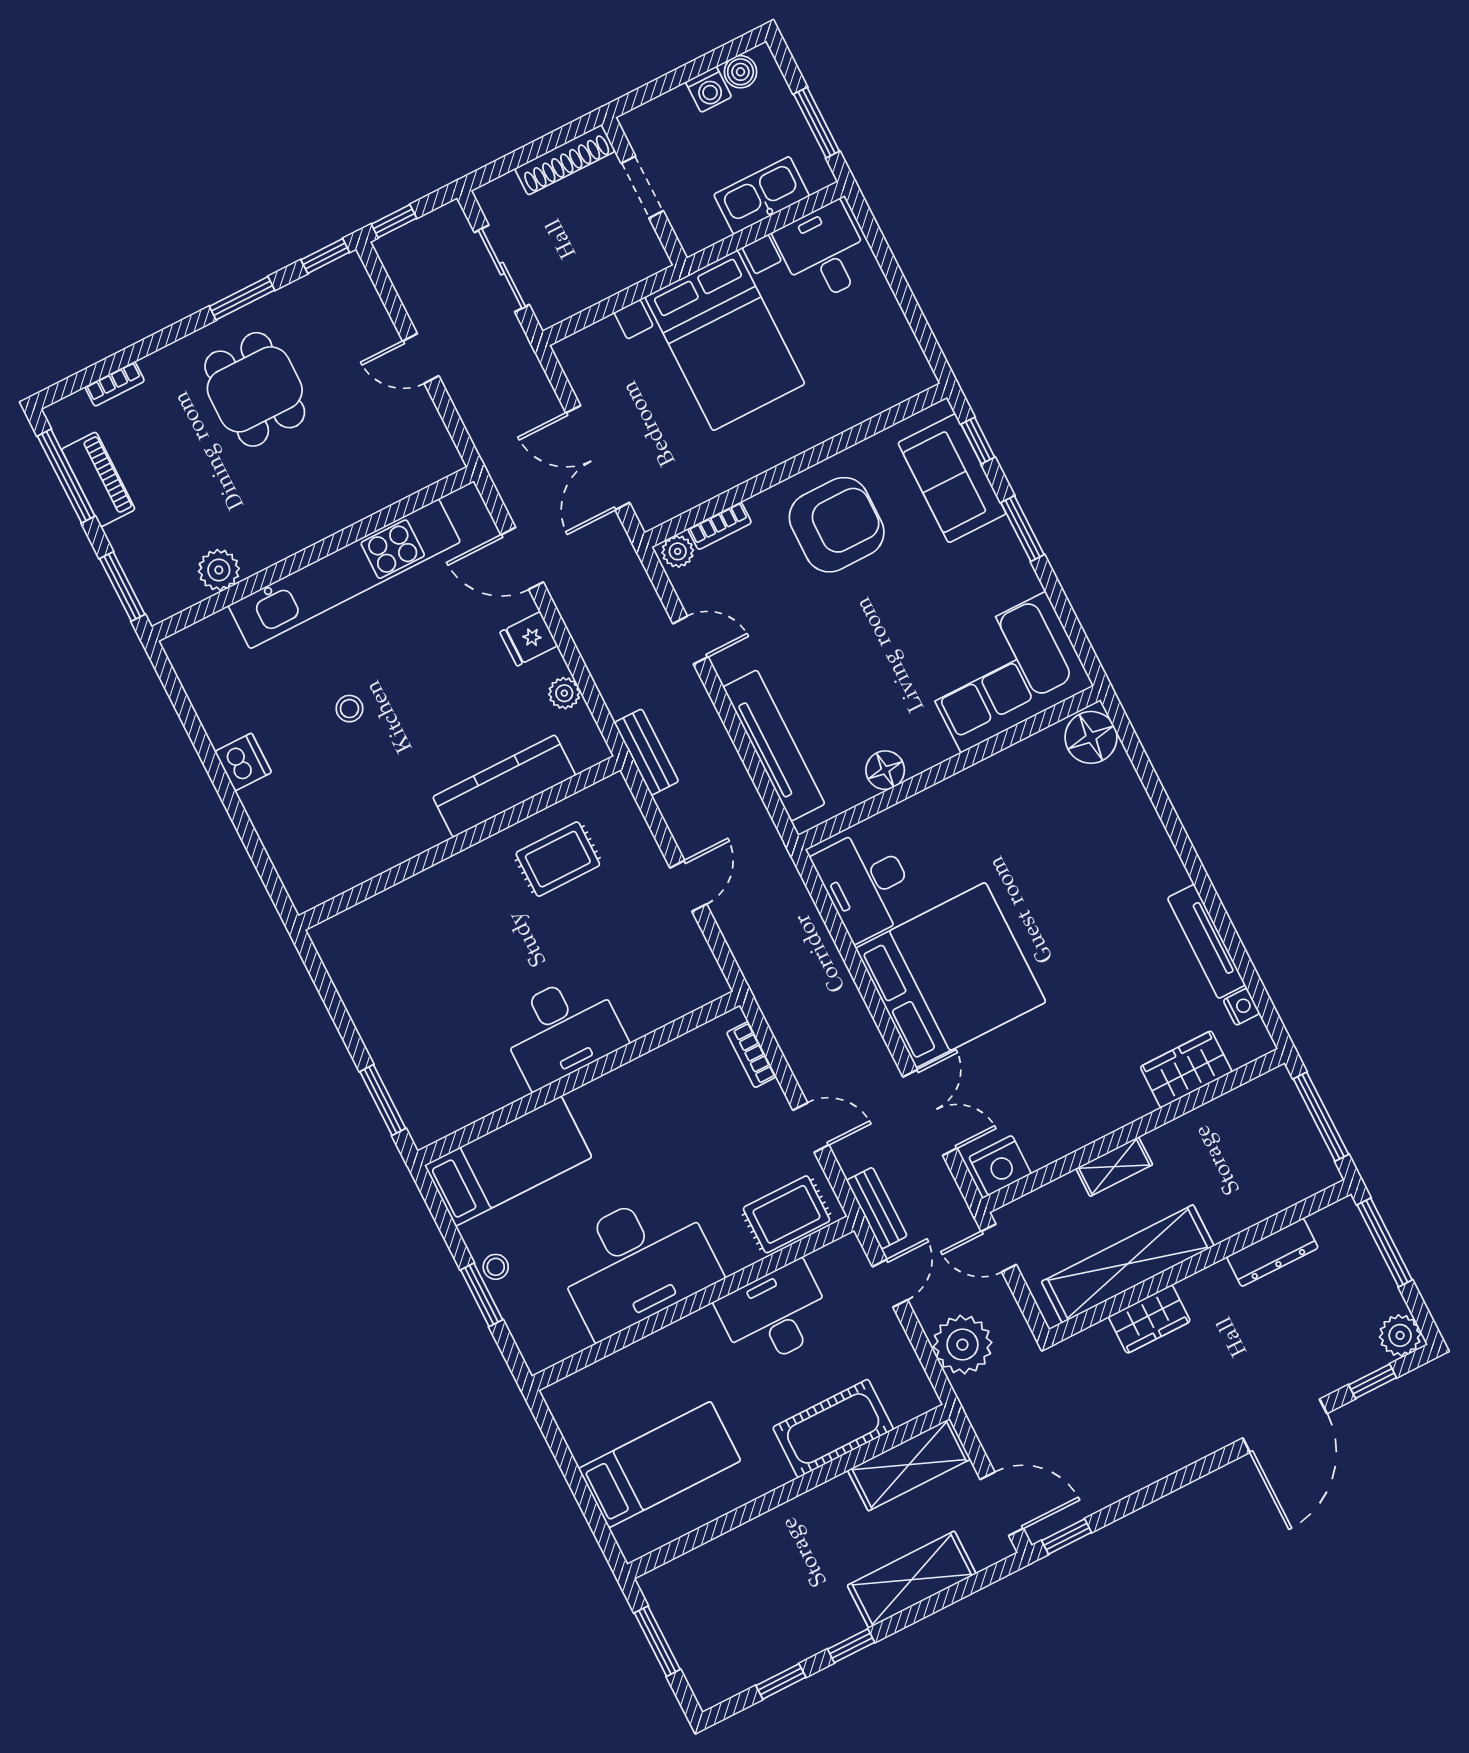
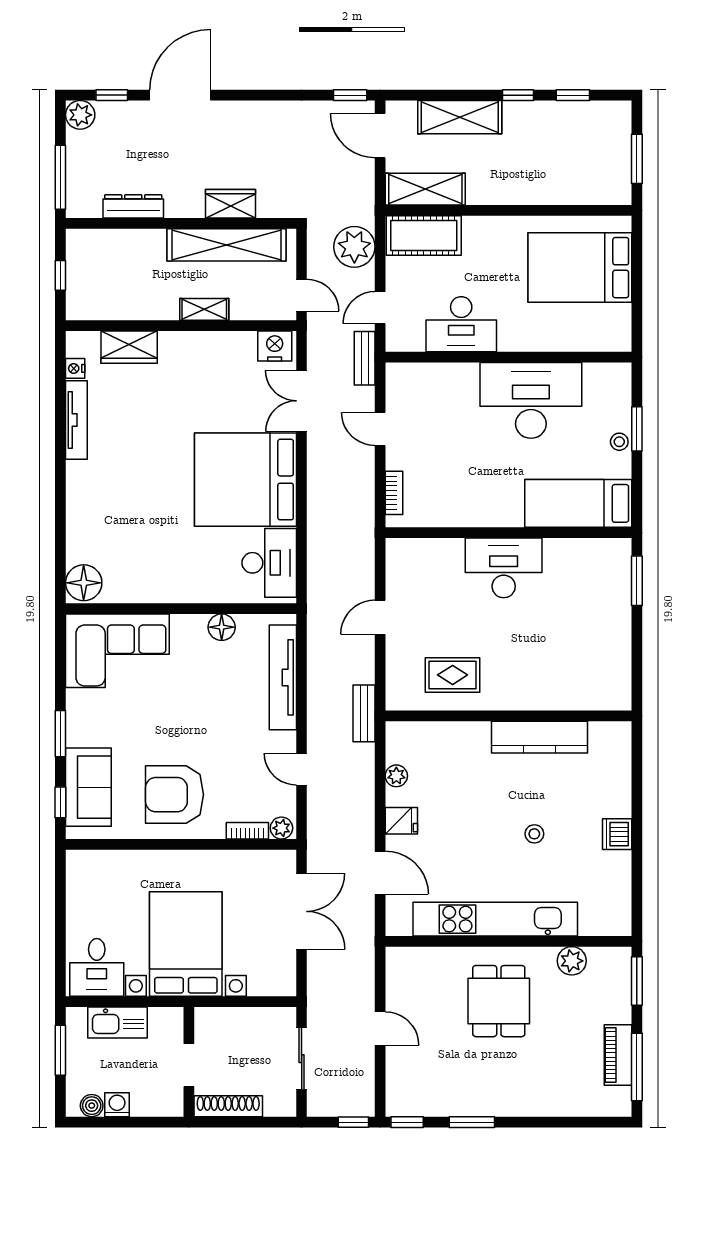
bookcase: (115, 384) -> (578, 1109), removed
dining table: (255, 389) -> (499, 1001), moved
kitchen counter: (504, 786) -> (540, 737), moved
window: (1321, 1117) -> (60, 275), width x0.46
rug: (786, 1214) -> (422, 383), removed
cot: (833, 1428) -> (424, 235), moved
bed: (660, 1465) -> (580, 268), width x1.50

